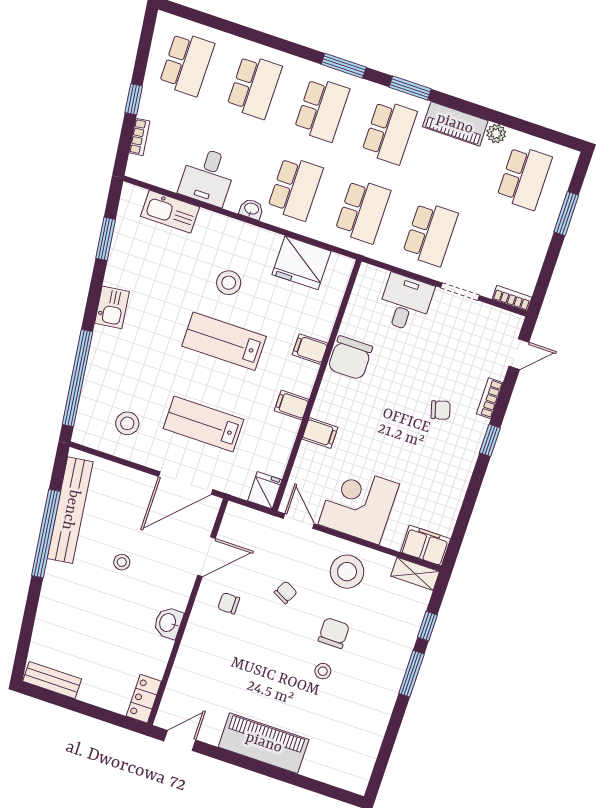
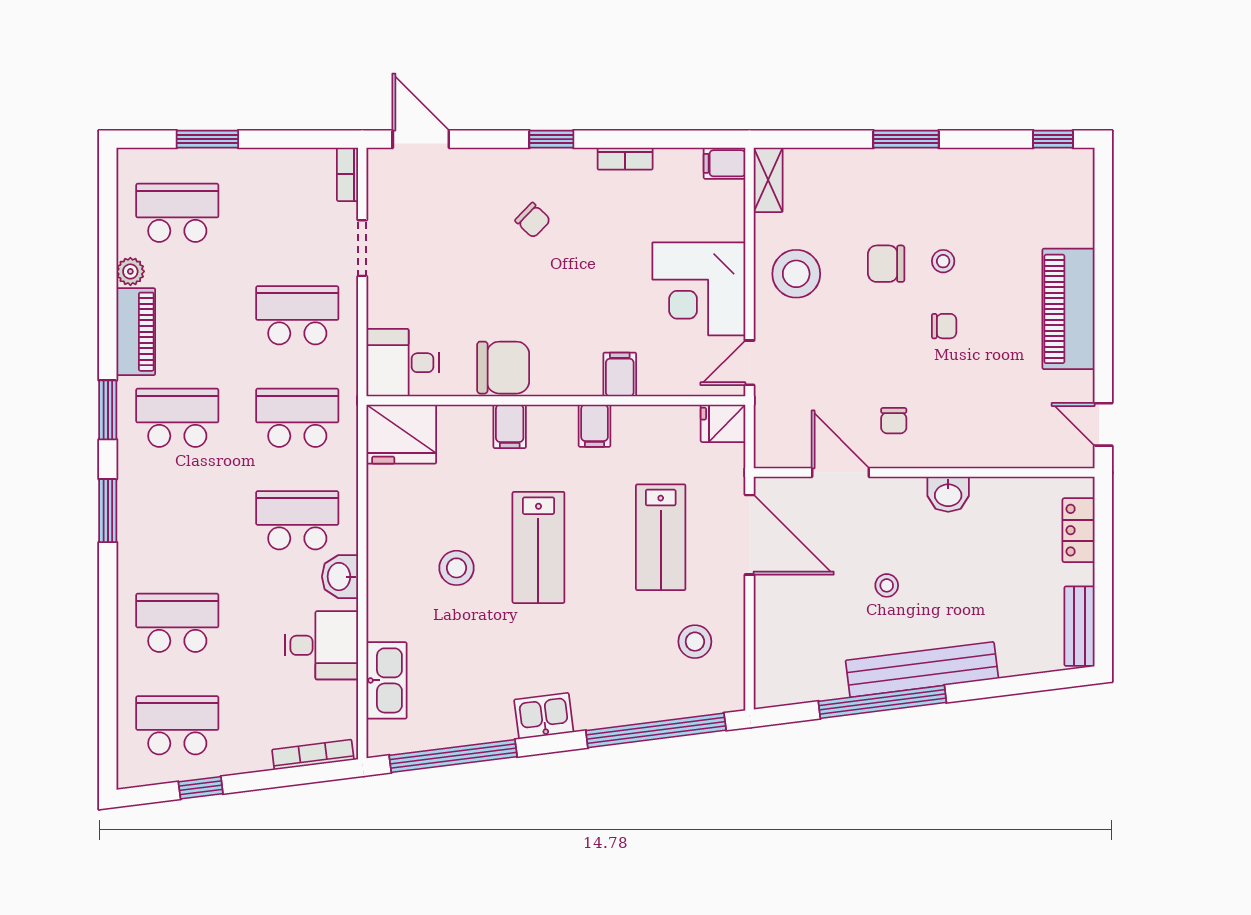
window: (134, 99) -> (201, 788), moved
school desk: (322, 109) -> (177, 520), removed
bookcase: (139, 137) -> (313, 755), width x1.56
washbasin: (251, 209) -> (340, 577), width x1.38, depth x1.45
window: (106, 239) -> (453, 756), width x2.11
fridge: (301, 263) -> (401, 434), moved, turned 90
desk: (405, 303) -> (403, 363), moved
door: (519, 354) -> (421, 139), width x1.38
bookcase: (490, 398) -> (625, 159), moved
chair: (441, 410) -> (533, 220), turned 150
bench: (70, 510) -> (922, 669), moved
filing cabinet: (425, 545) -> (725, 163), width x0.50
chair: (286, 592) -> (944, 326), moved, turned 153
window: (427, 626) -> (1053, 139), moved
locker: (144, 699) -> (1079, 530), moved, turned 90

